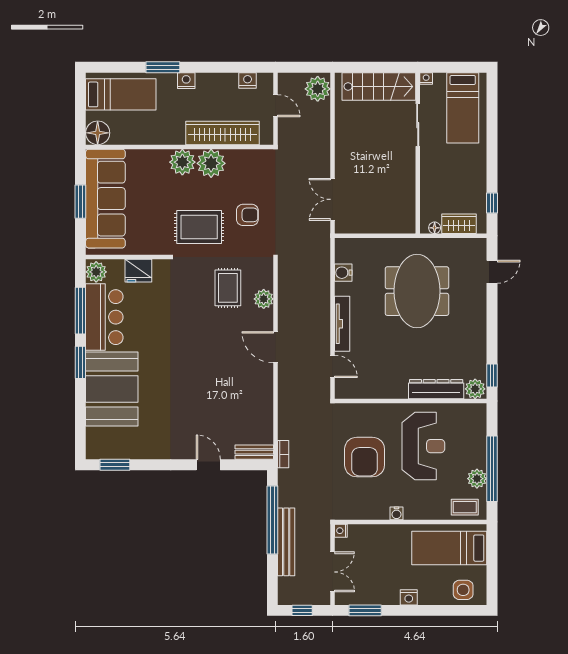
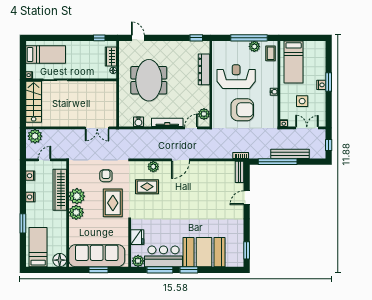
nightstand: (186, 81) -> (30, 197), moved
meeting table: (417, 291) -> (149, 80), turned 90
plant: (475, 389) -> (204, 114), moved
side table: (463, 590) -> (302, 101), moved
window: (365, 610) -> (329, 82), moved

